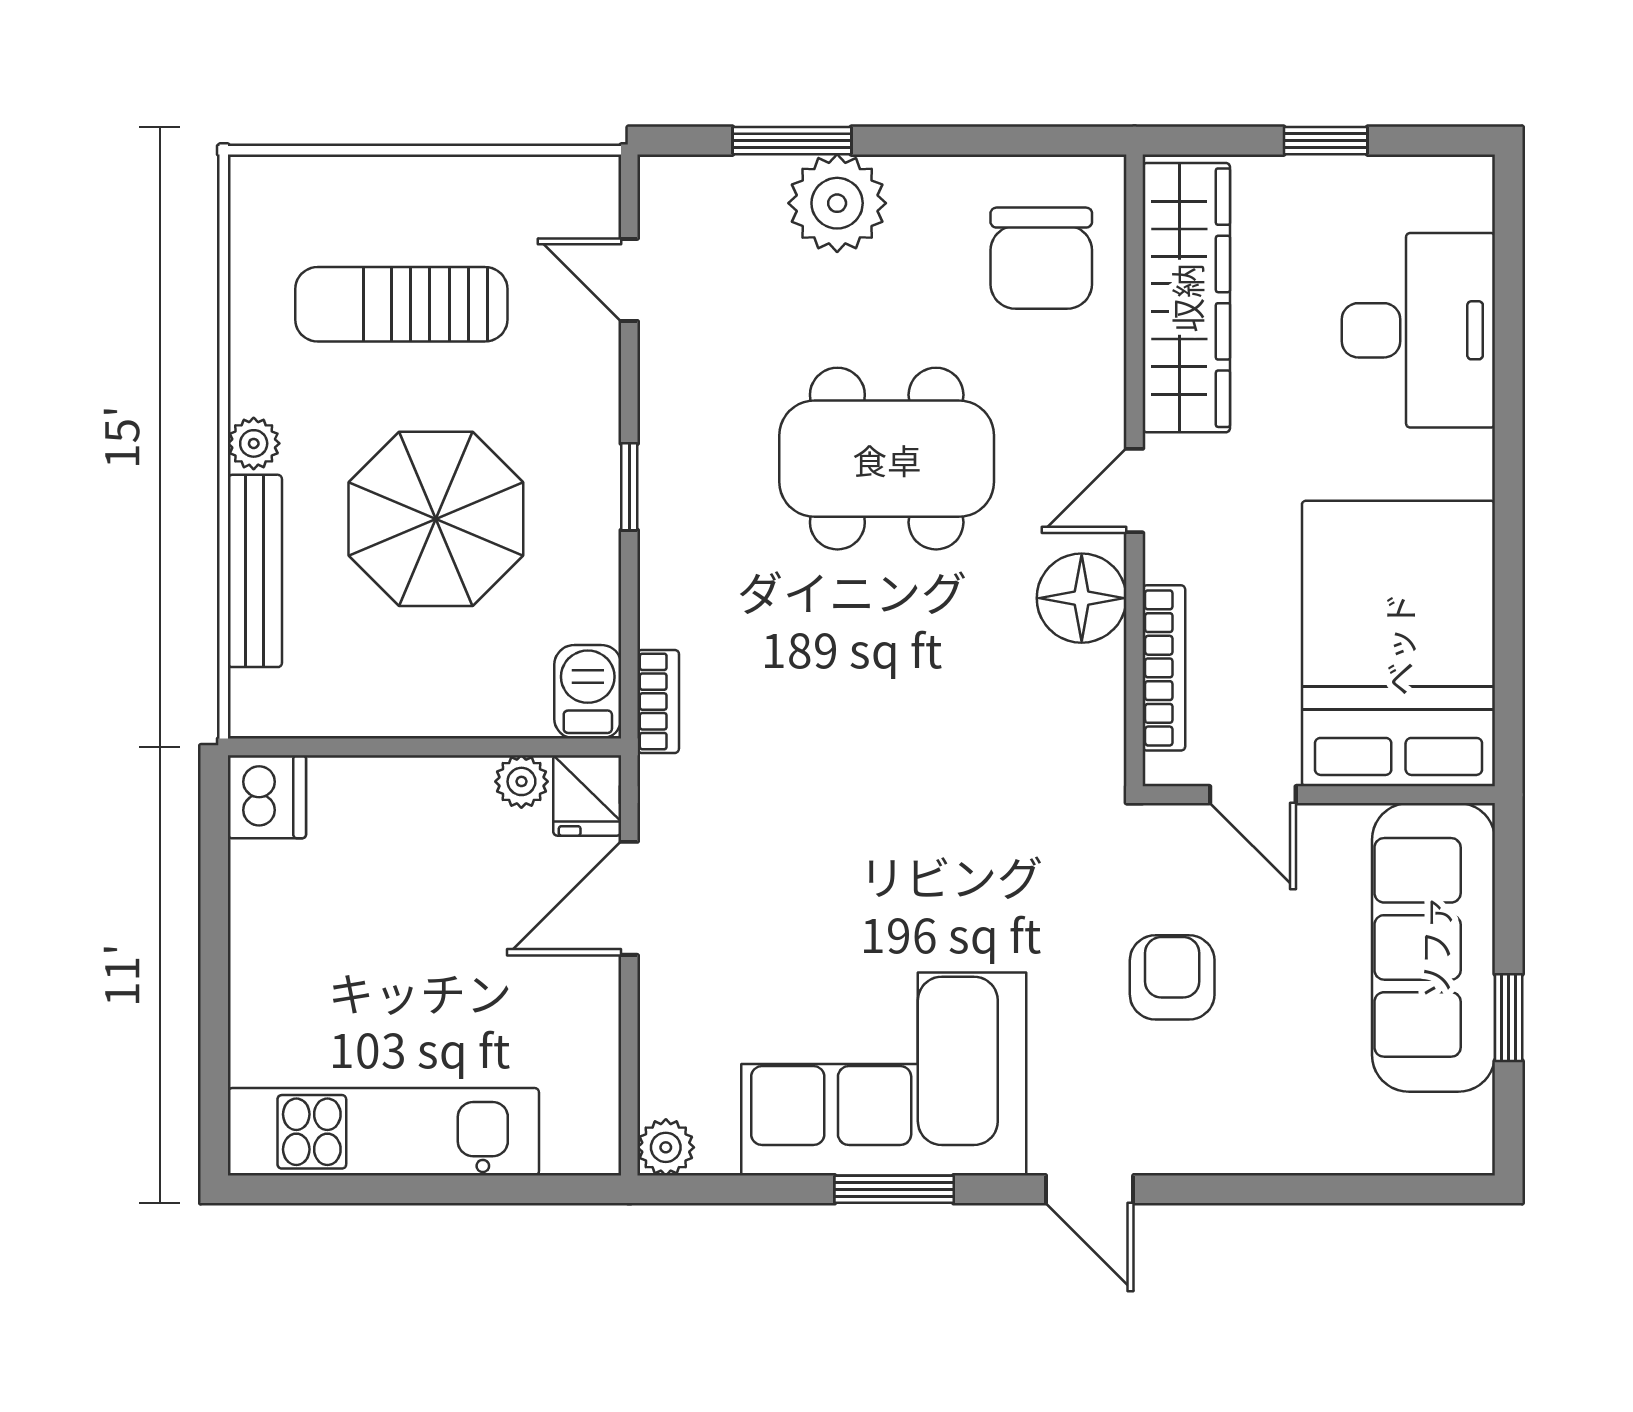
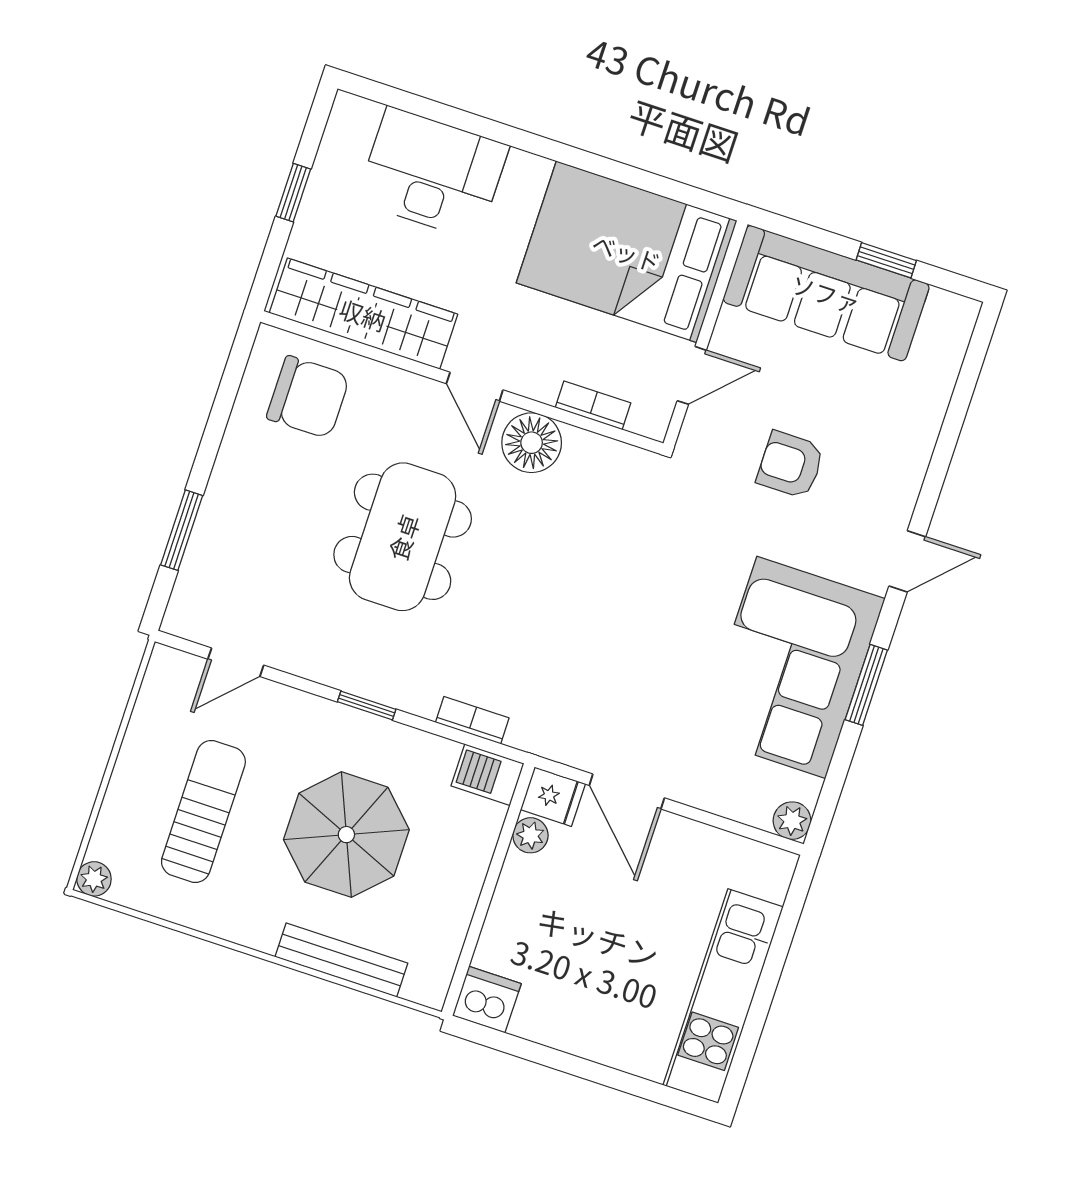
plant: (837, 203) -> (231, 515), removed
sun lounger: (401, 304) -> (203, 811), turned 180
plant: (254, 443) -> (94, 879), moved
bookcase: (1164, 668) -> (593, 405), width x0.64
bookcase: (658, 701) -> (472, 720), moved

